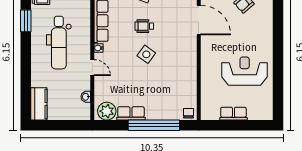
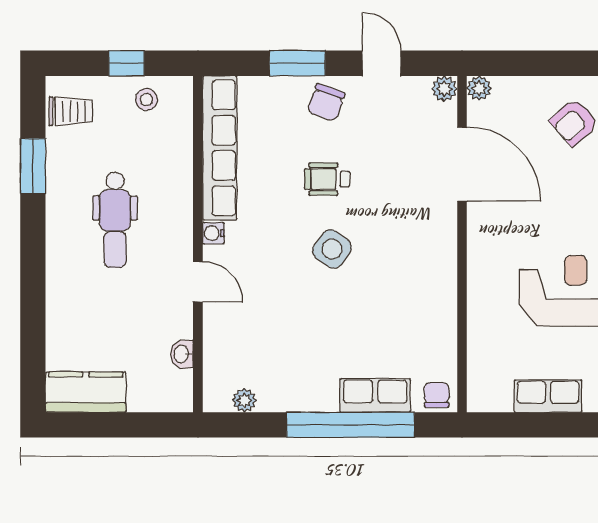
dental chair: (59, 43) -> (115, 220), width x0.73, depth x0.72
kitchen counter: (39, 104) -> (86, 392), moved, turned -90
plant: (107, 111) -> (244, 400), width x0.53, depth x0.53
row of seats: (131, 113) -> (375, 395), moved

